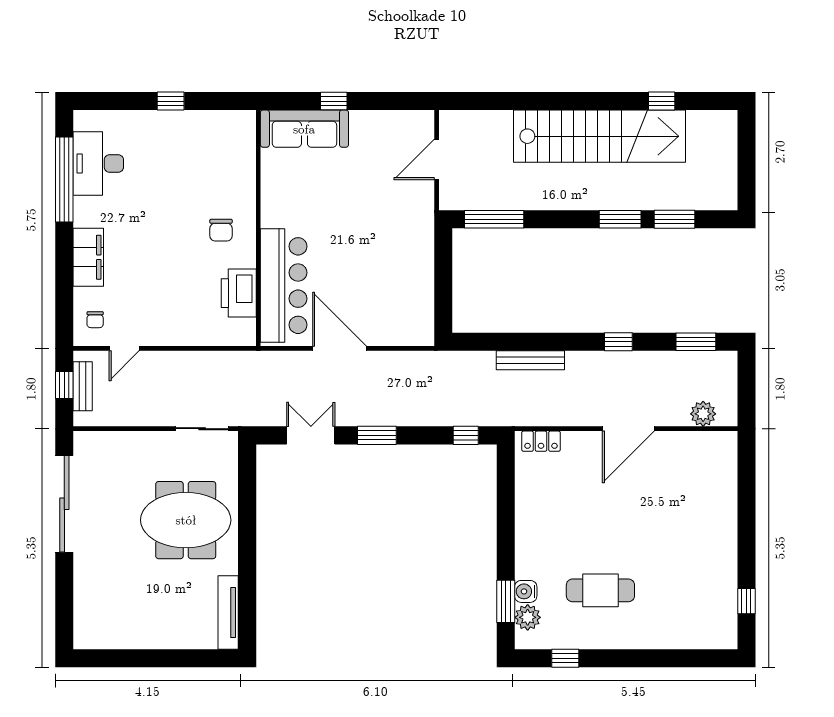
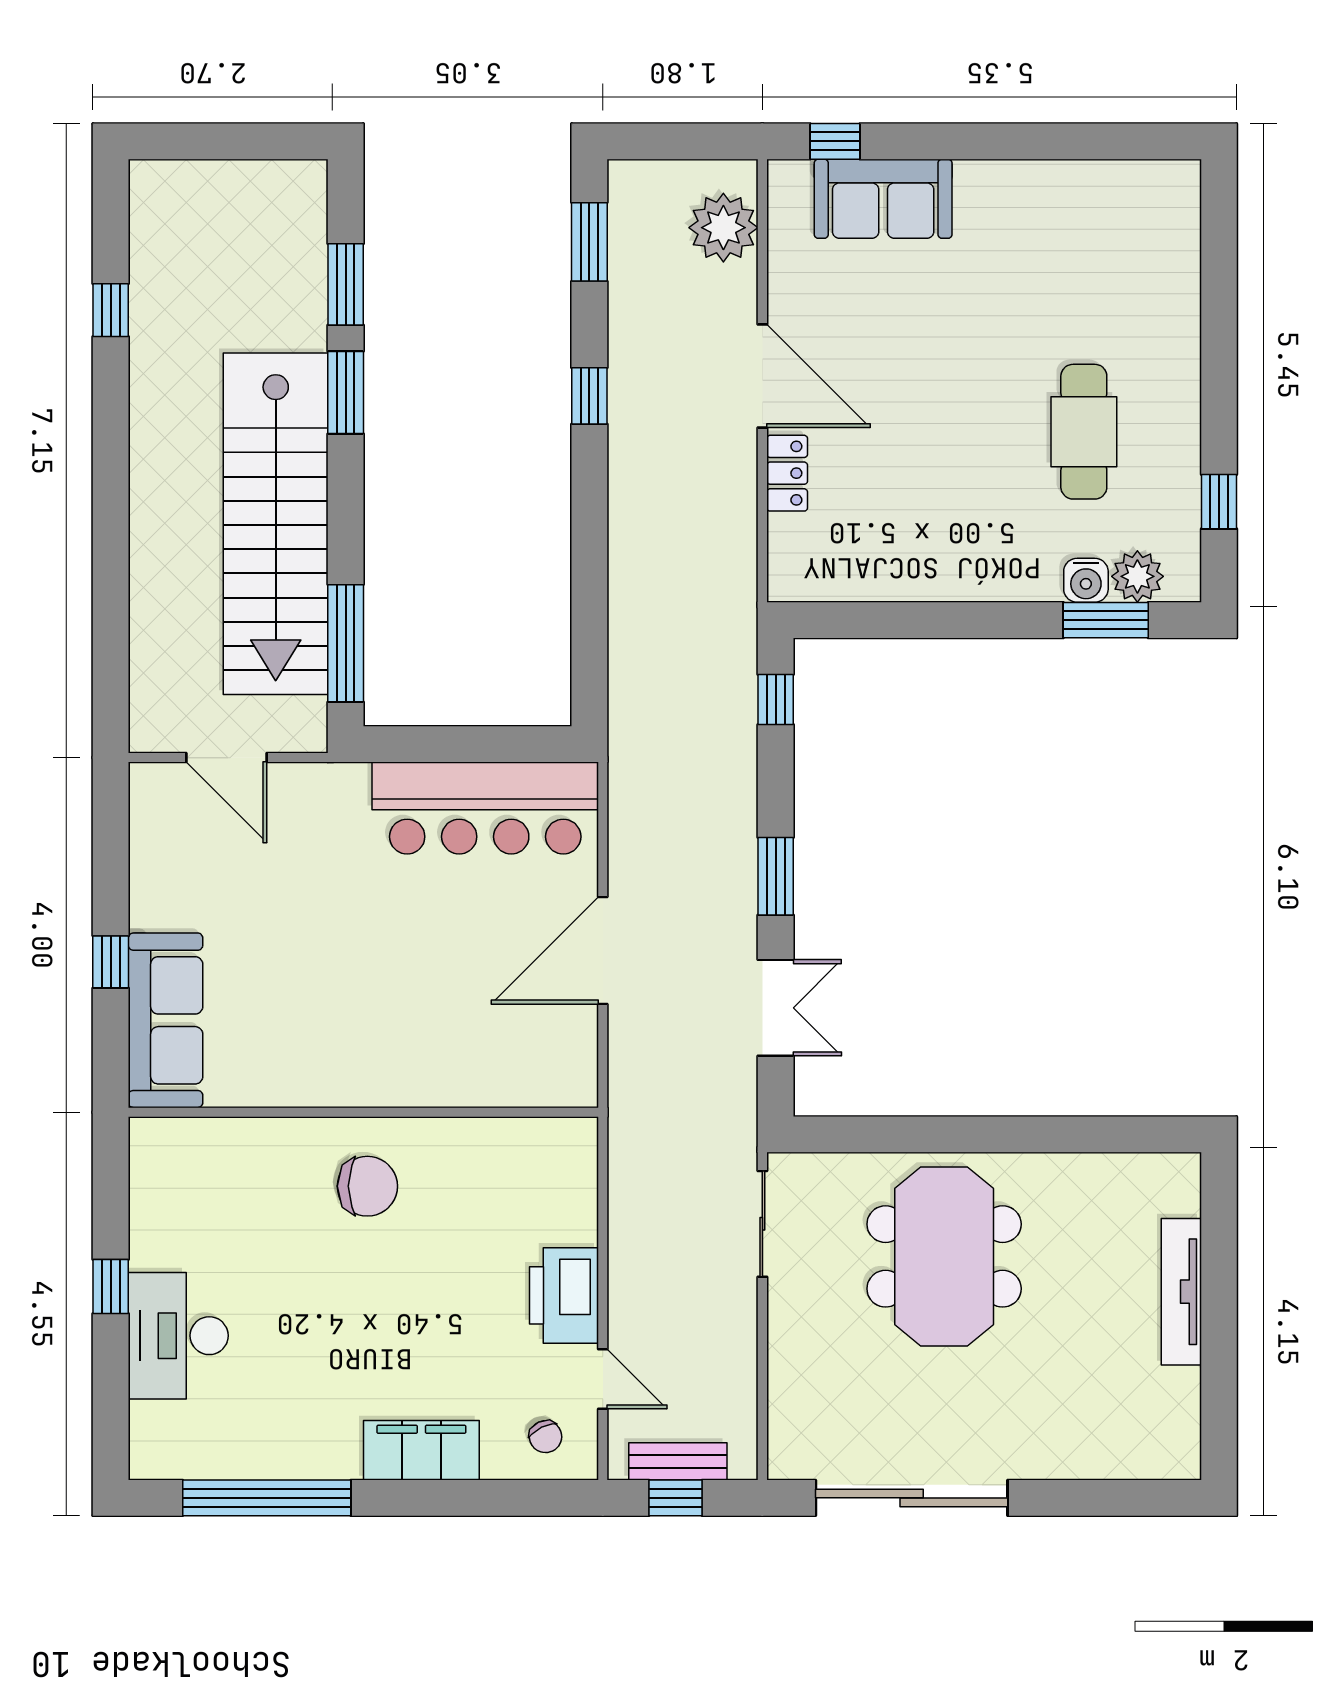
stairs: (600, 136) -> (276, 524), moved, turned 180
desk: (98, 163) -> (178, 1336), moved, turned 90
chair: (221, 230) -> (367, 1186), width x1.37, depth x1.37
bar counter: (284, 286) -> (485, 808), moved, turned 180
printer: (239, 293) -> (564, 1295), moved, turned 90
chair: (95, 320) -> (546, 1437), turned 64
bench: (530, 360) -> (626, 571), removed
plant: (703, 414) -> (723, 228), width x1.36, depth x1.36
double door: (311, 435) -> (776, 1008), swing flipped
locker: (541, 441) -> (787, 473), moved
sofa: (718, 489) -> (883, 199), added
window: (746, 601) -> (835, 141), moved
tv unit: (228, 612) -> (1181, 1292), moved, turned 90

